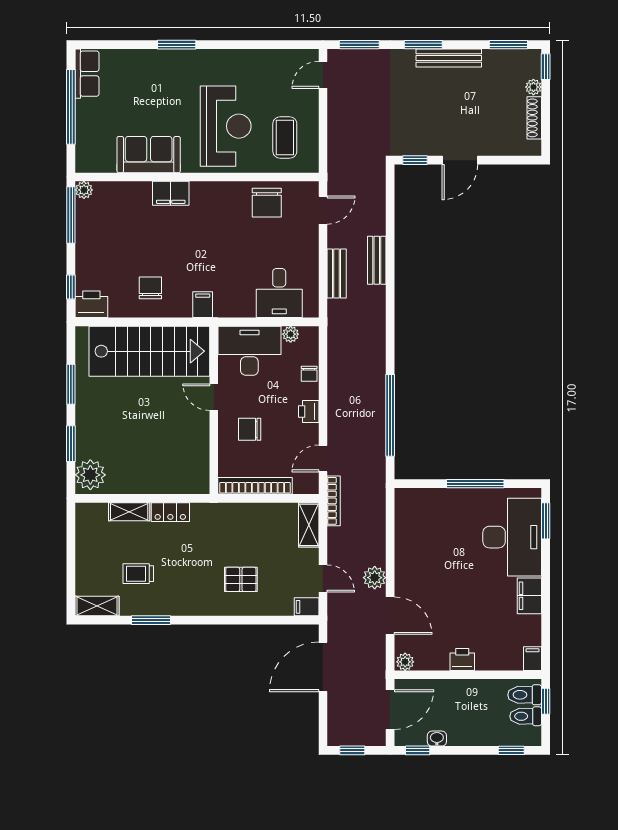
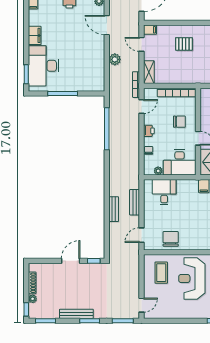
plant: (375, 578) -> (115, 59), moved

